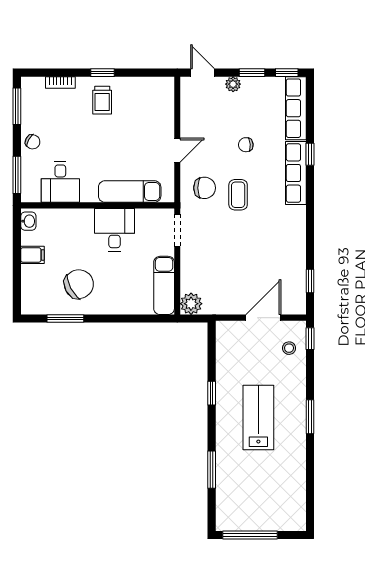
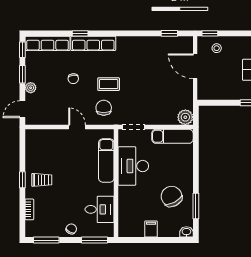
washbasin: (28, 221) -> (186, 232), moved
desk: (114, 230) -> (133, 166), width x1.37

